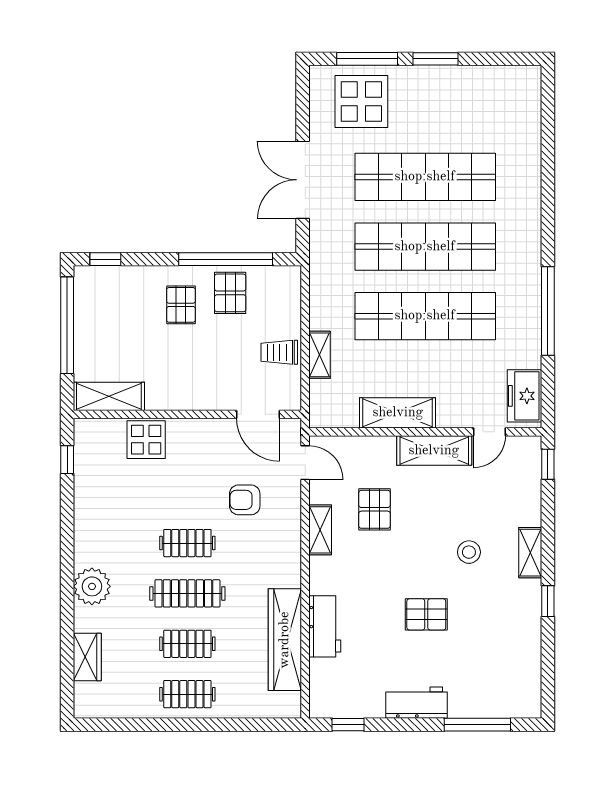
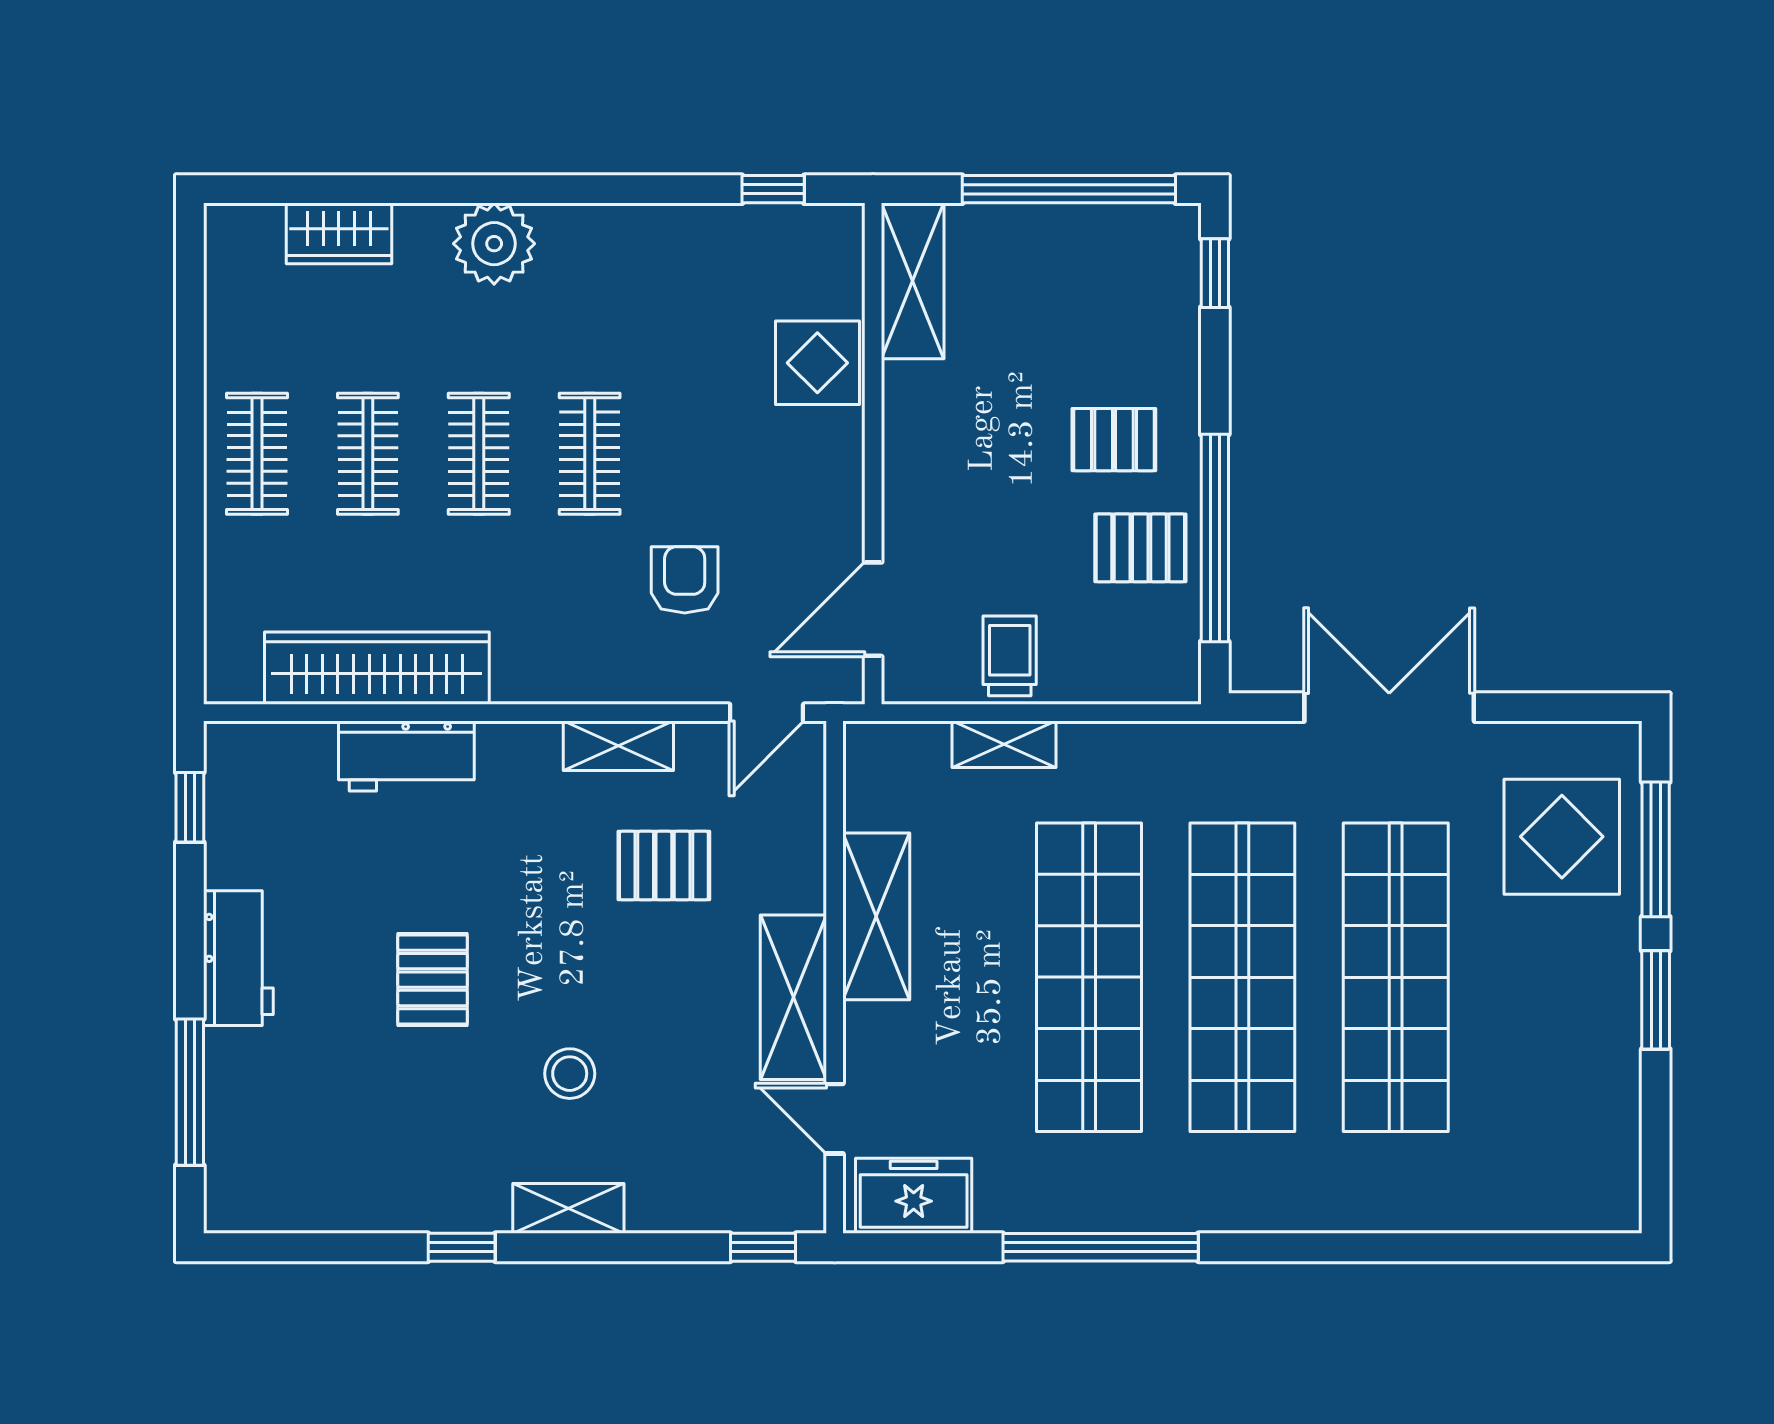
clothes rail: (187, 593) -> (479, 454), width x0.73

